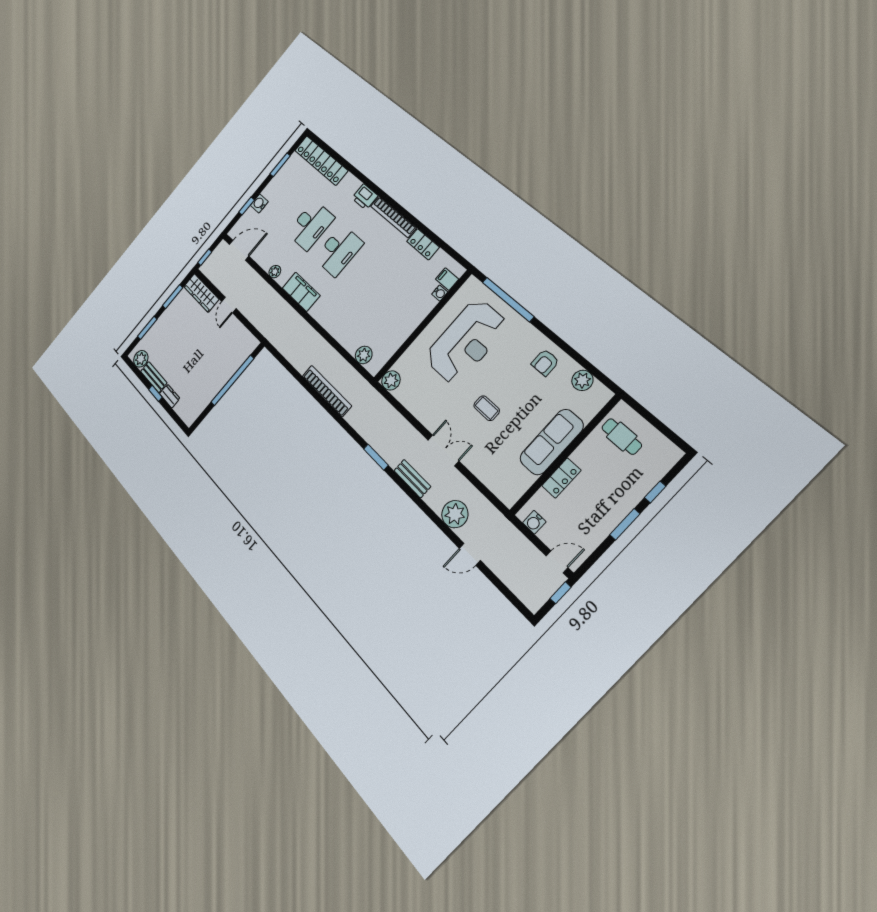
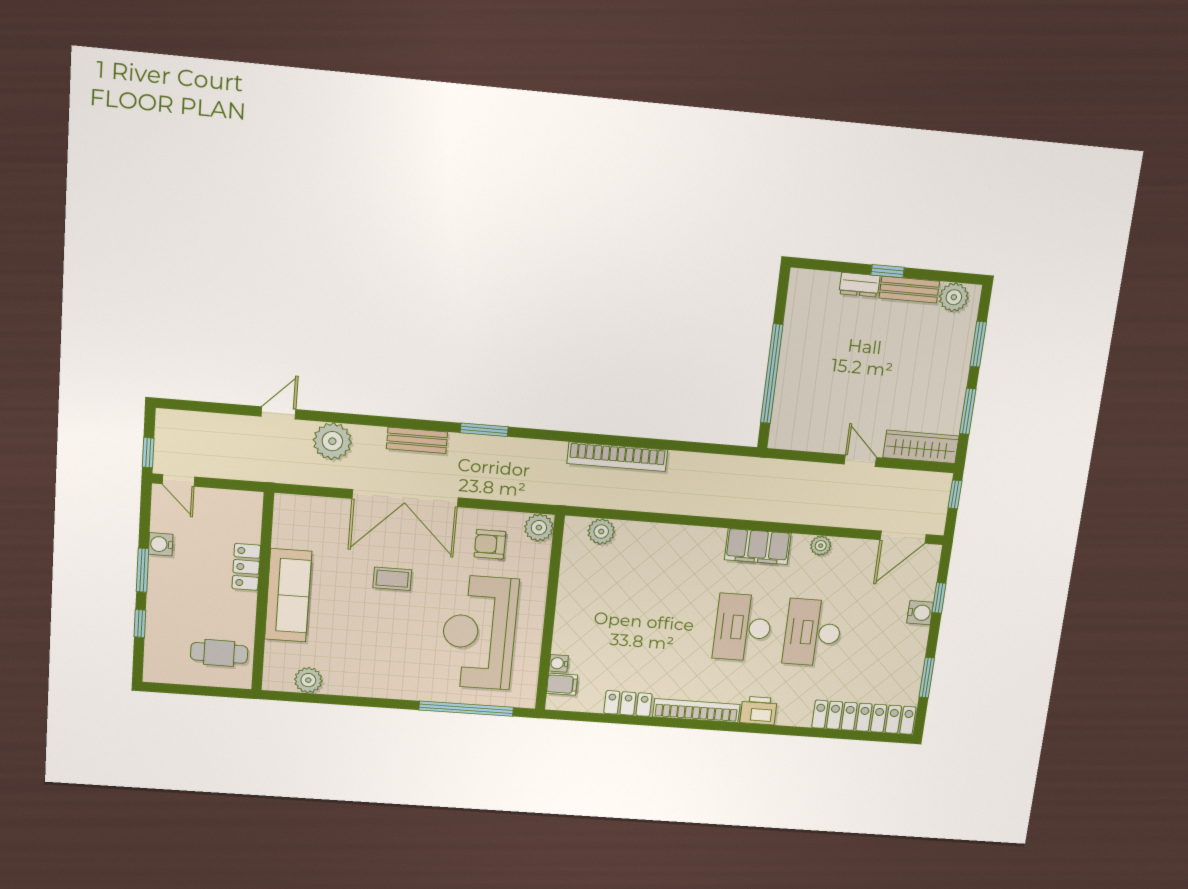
armchair: (545, 363) -> (490, 544), moved, turned -90
double door: (443, 450) -> (405, 498), width x1.87
water cooler: (534, 522) -> (161, 544), moved, turned -90
door: (557, 562) -> (178, 480), hinge flipped

